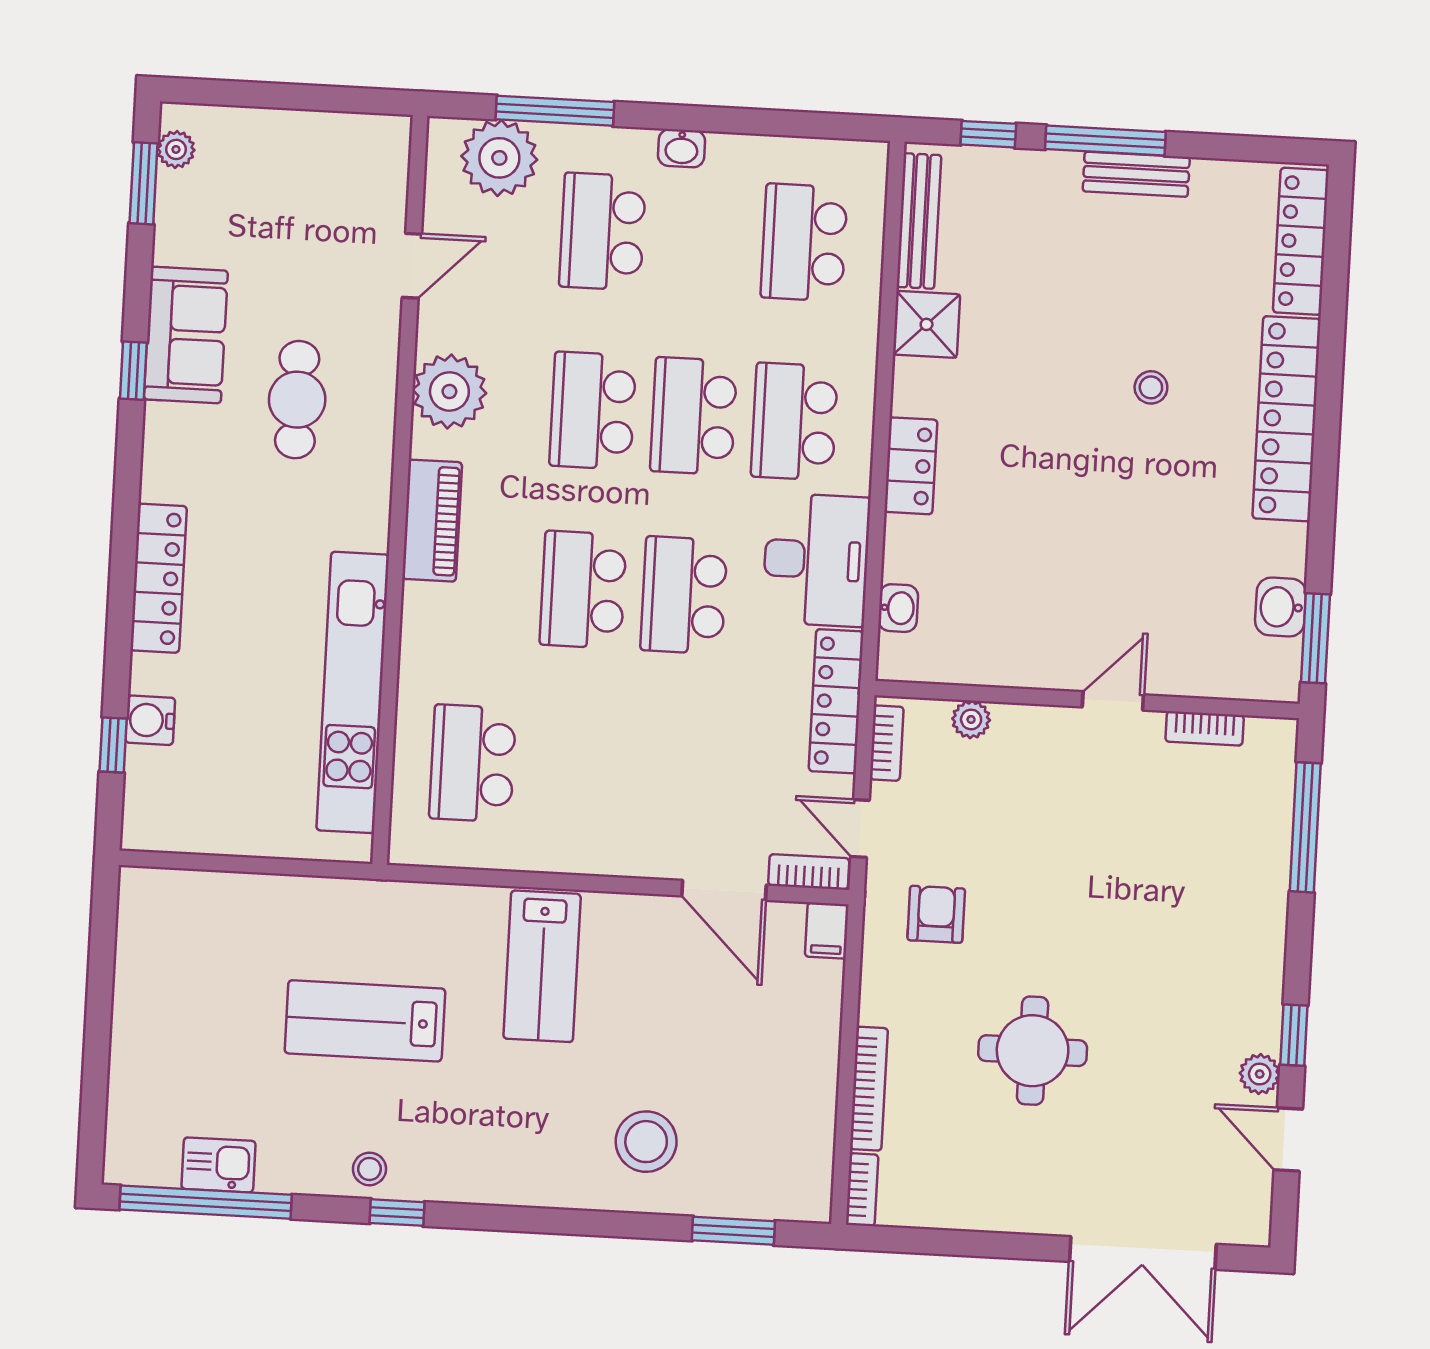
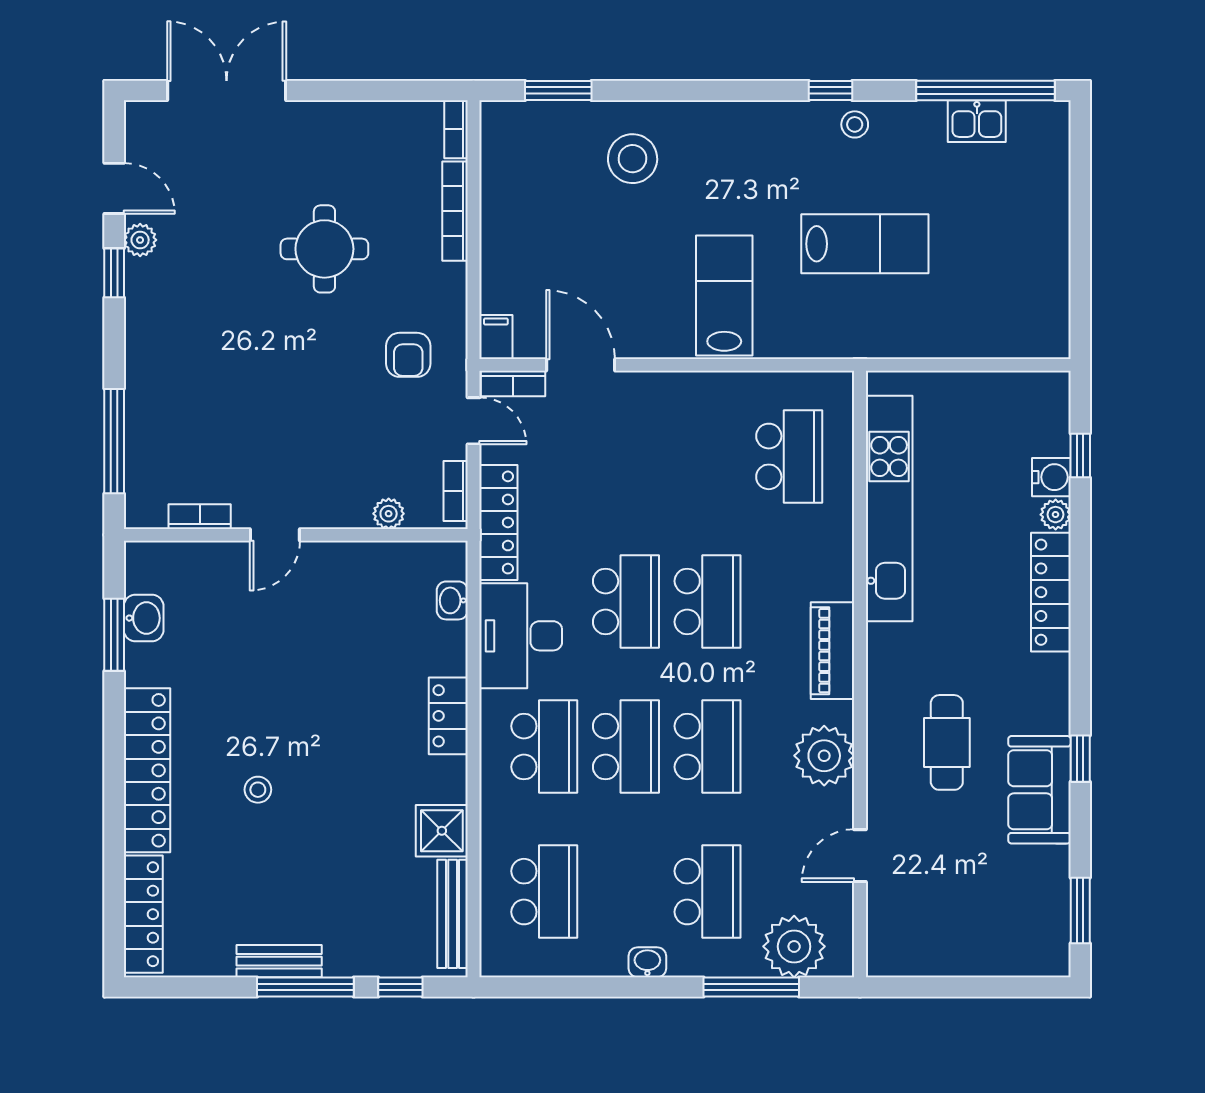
plant: (176, 149) -> (1056, 515), moved
window: (1315, 638) -> (114, 635), moved

